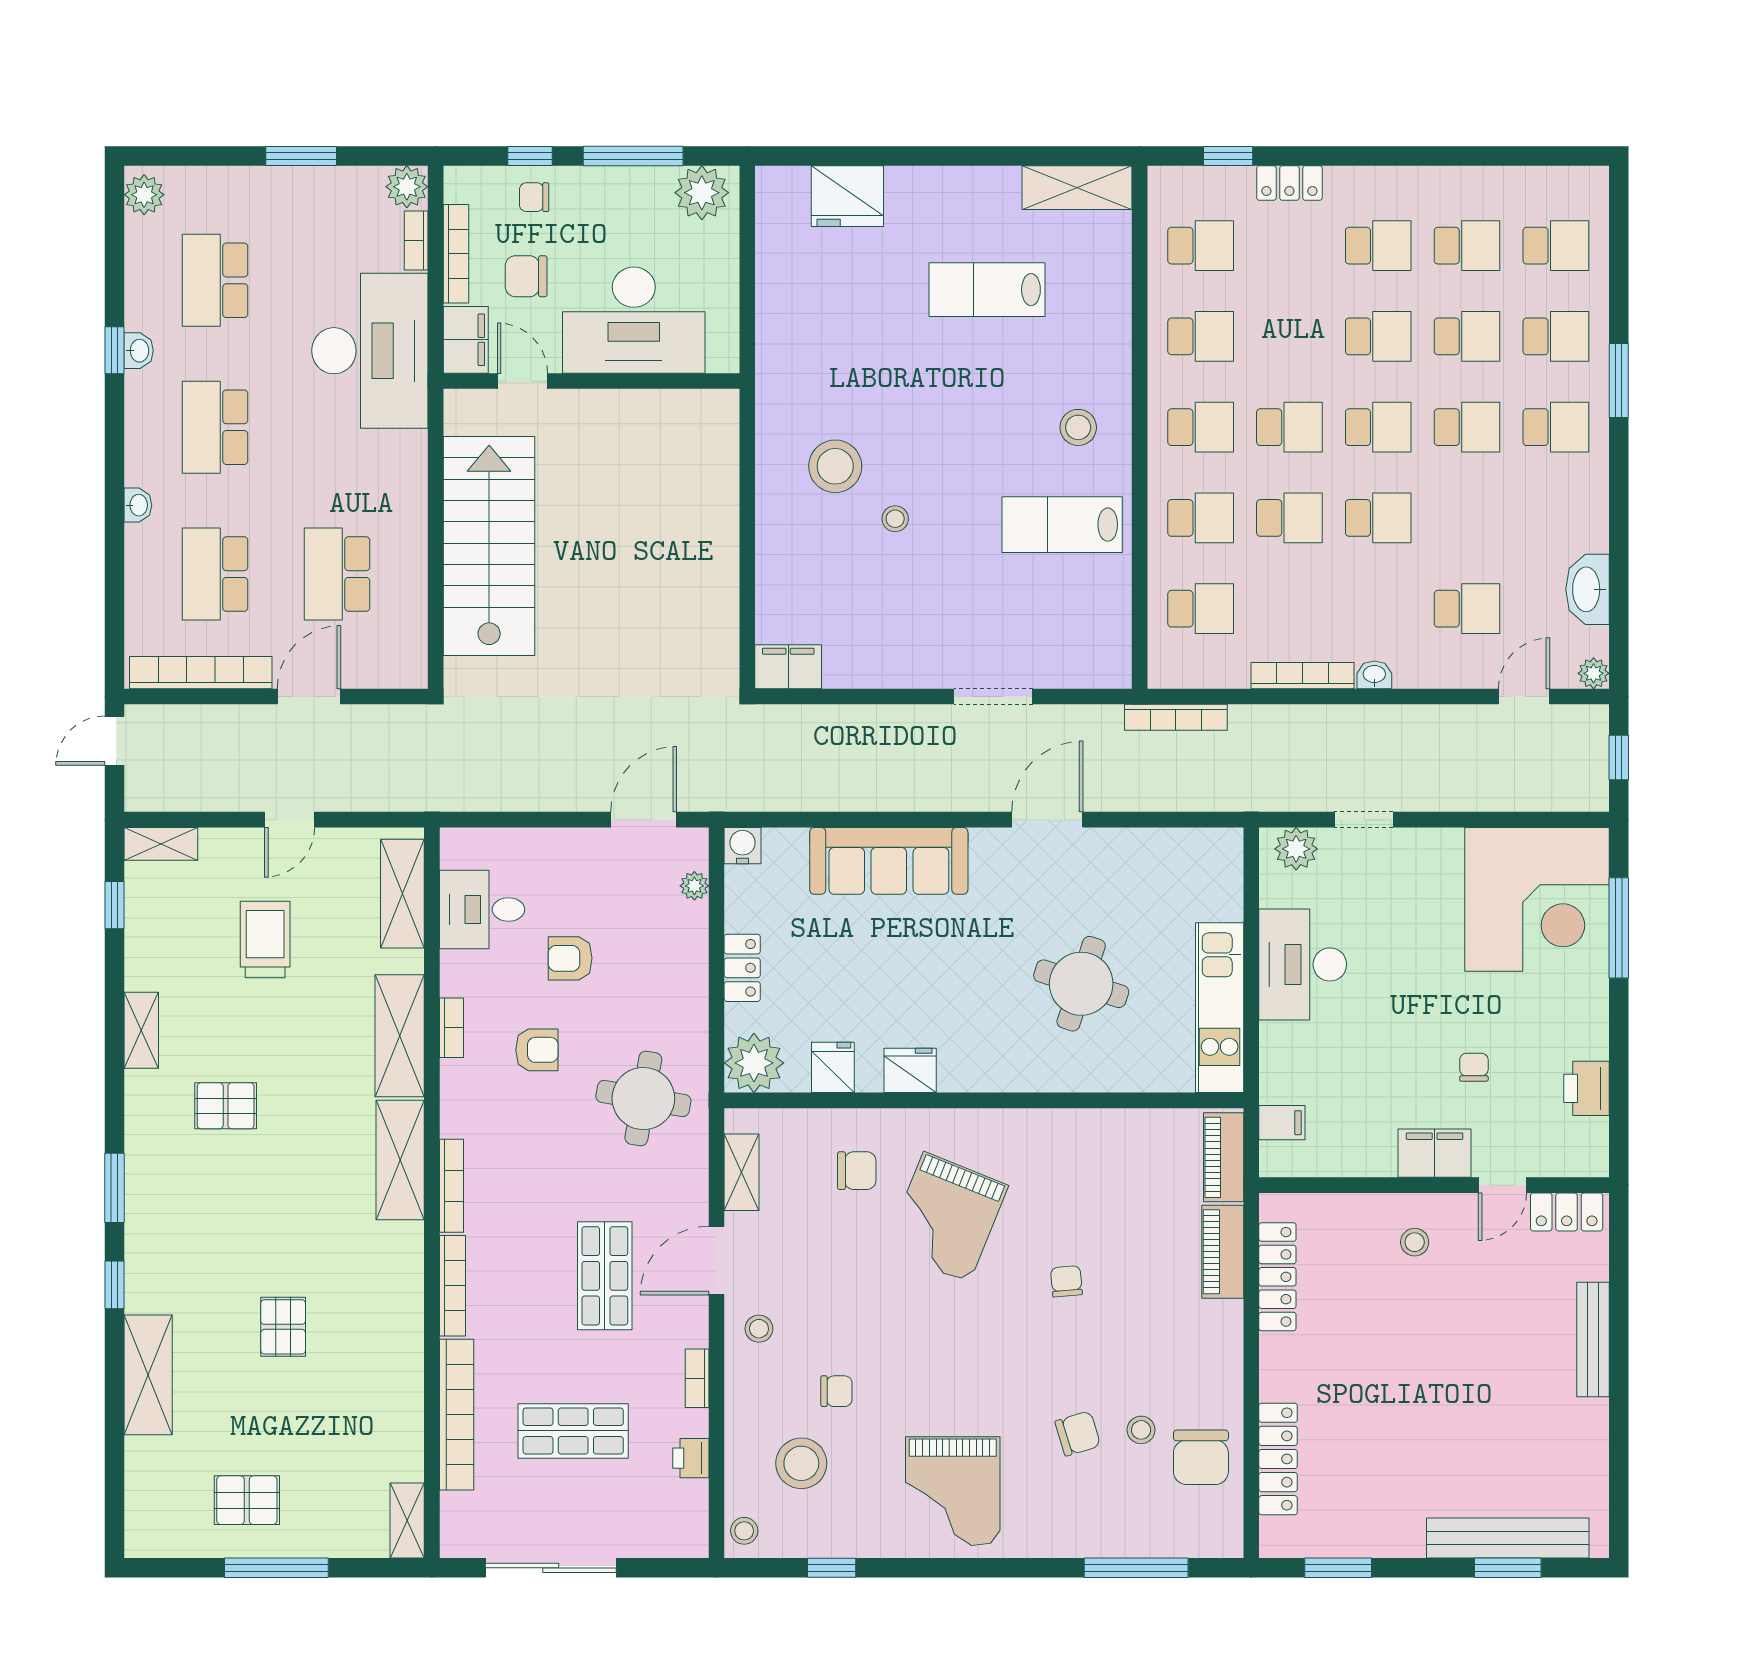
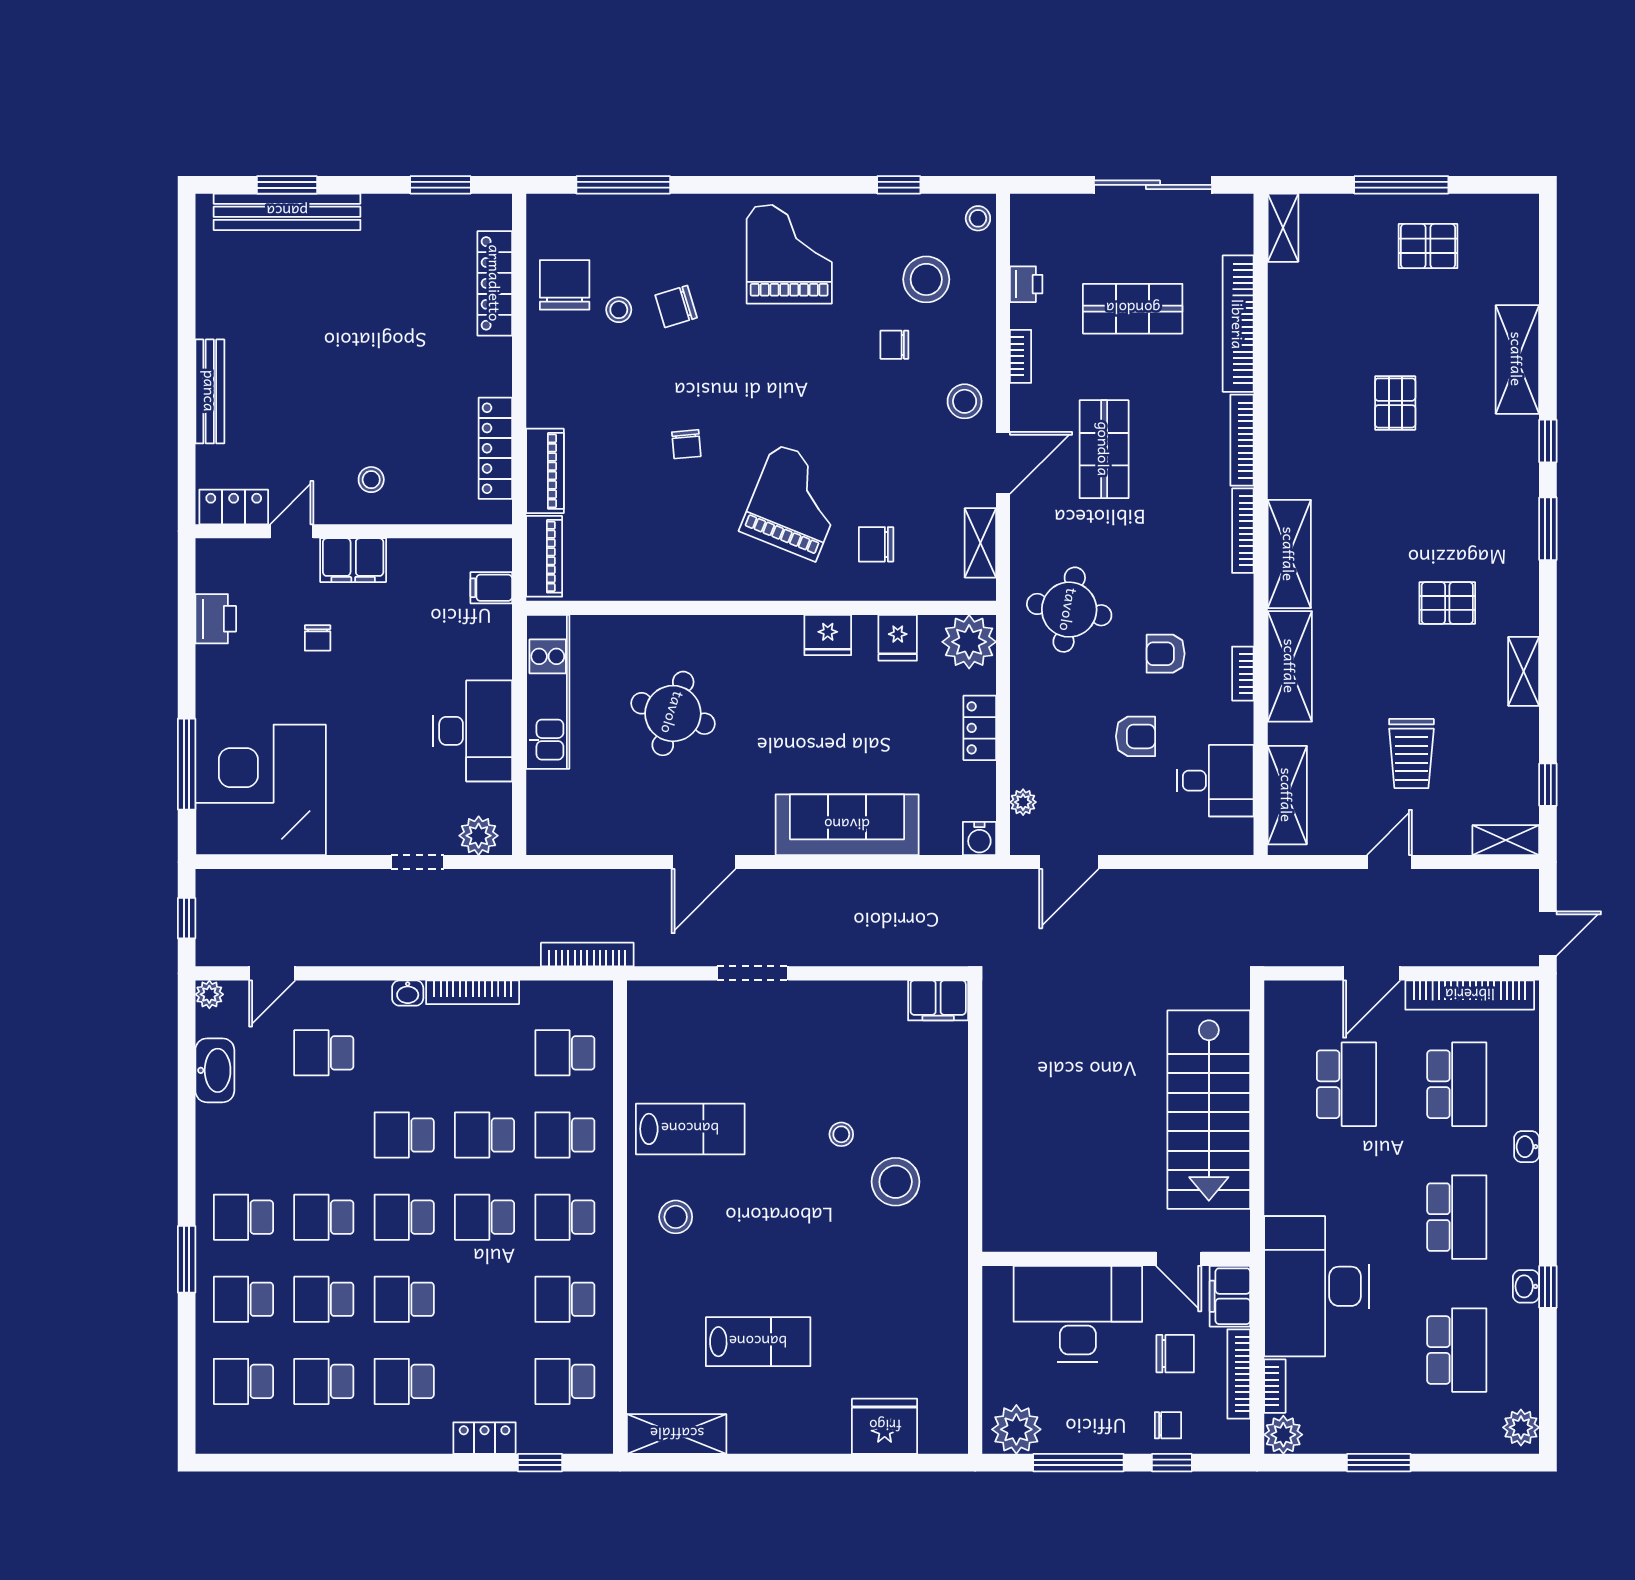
stool: (759, 1329) -> (965, 401), width x1.37, depth x1.37

